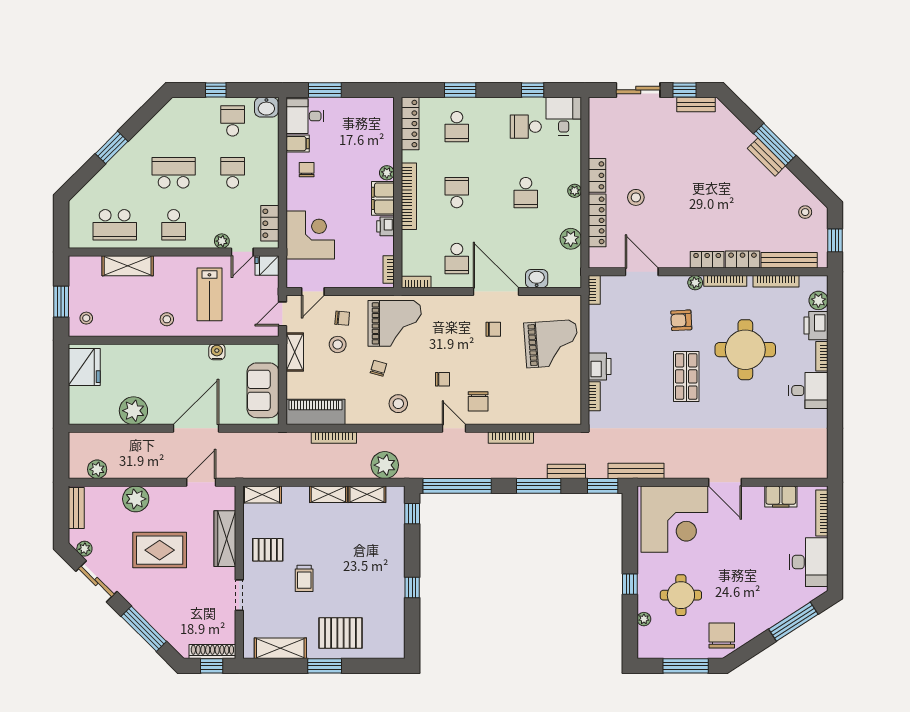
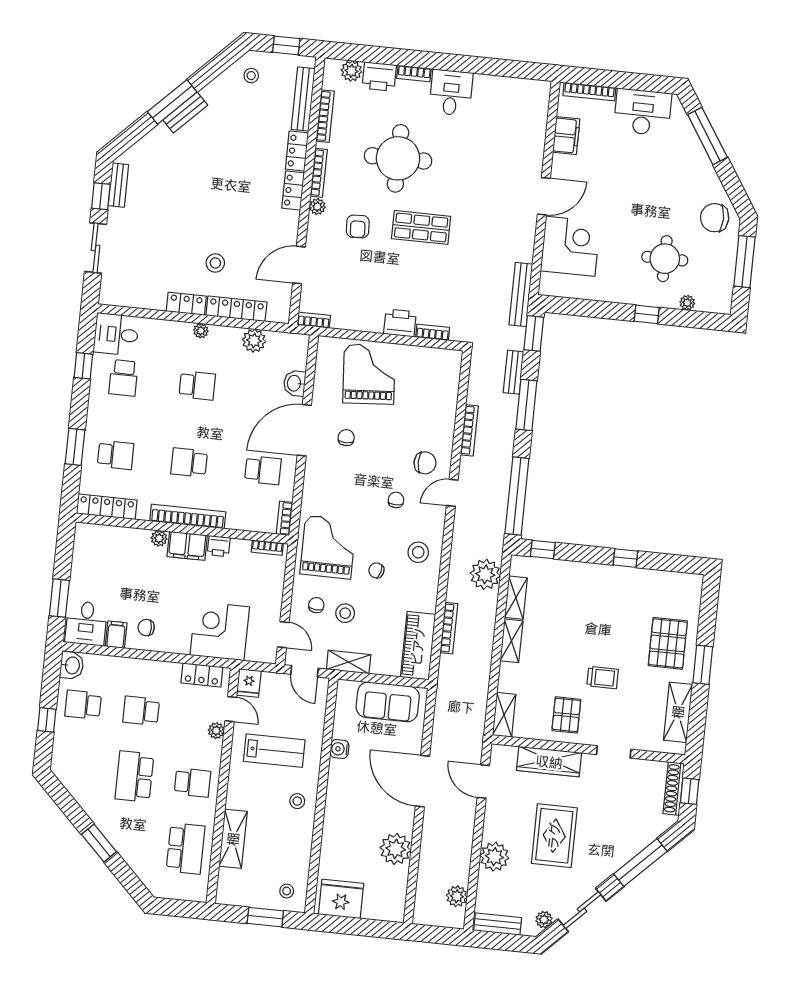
corner desk: (674, 519) -> (570, 246), width x0.74, depth x0.74

